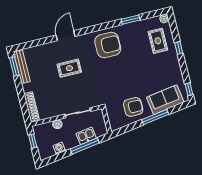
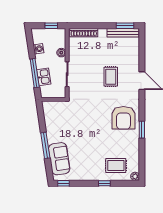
window: (131, 20) -> (142, 130), moved
armchair: (133, 107) -> (60, 127), removed

